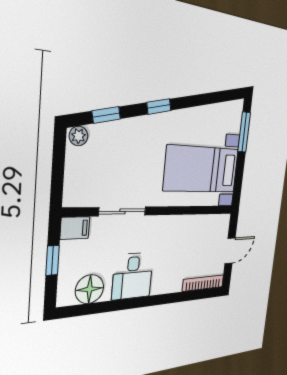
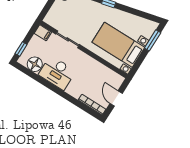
door: (230, 251) -> (116, 98), swing flipped
window: (53, 260) -> (21, 49), moved
desk: (133, 276) -> (57, 73), width x1.37

